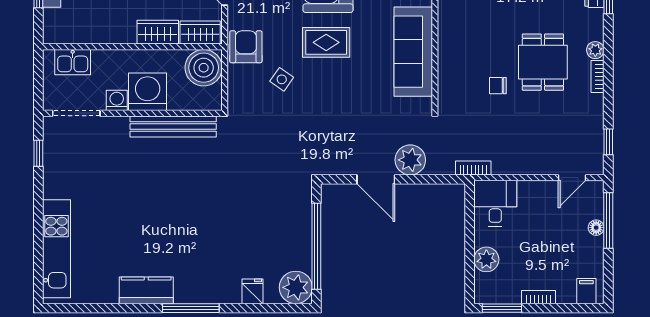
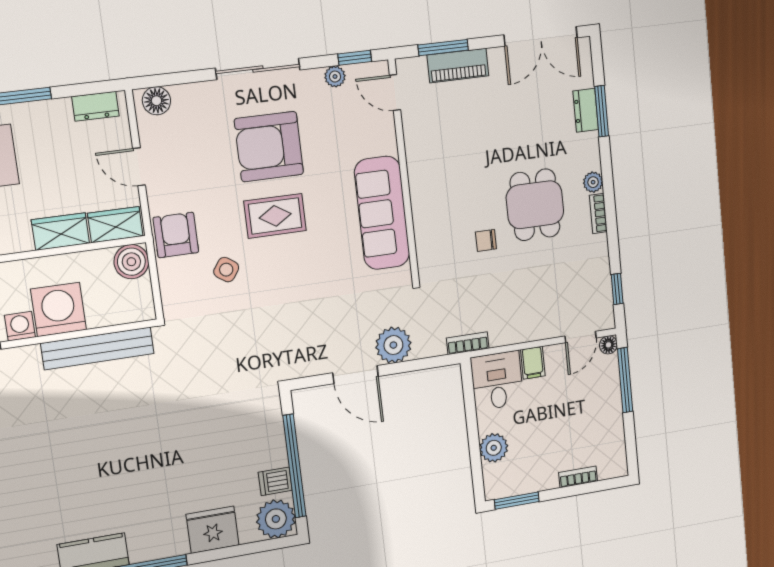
boiler: (204, 68) -> (131, 262), width x0.73, depth x0.73
floor lamp: (596, 228) -> (608, 345), moved
dishwasher: (299, 256) -> (275, 481), added
fridge: (253, 291) -> (213, 530), width x1.88, depth x1.34
filing cabinet: (586, 291) -> (533, 363), moved, turned 180
bookcase: (539, 297) -> (578, 477), moved

